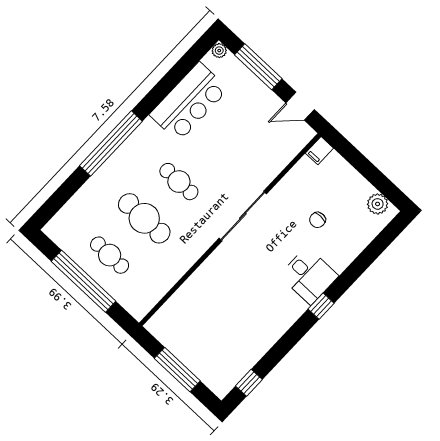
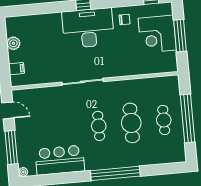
filing cabinet: (319, 151) -> (16, 69), moved
plant: (378, 204) -> (13, 43), moved
chair: (318, 220) -> (125, 19), moved
desk: (309, 276) -> (88, 28), width x1.87, depth x1.30
corner desk: (205, 348) -> (157, 34), added

